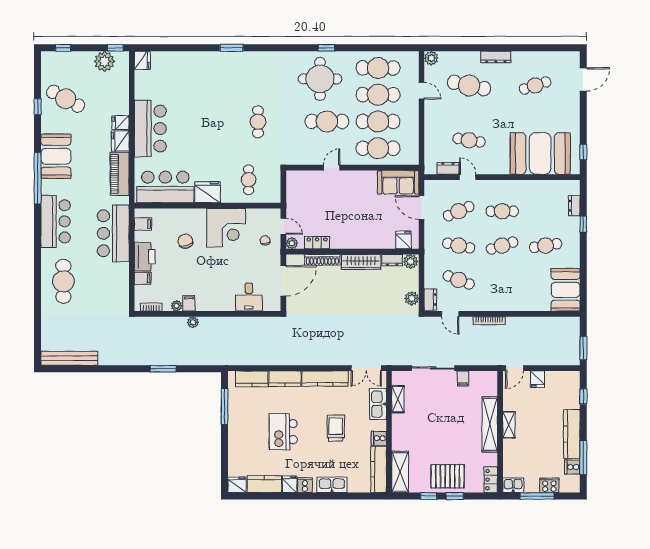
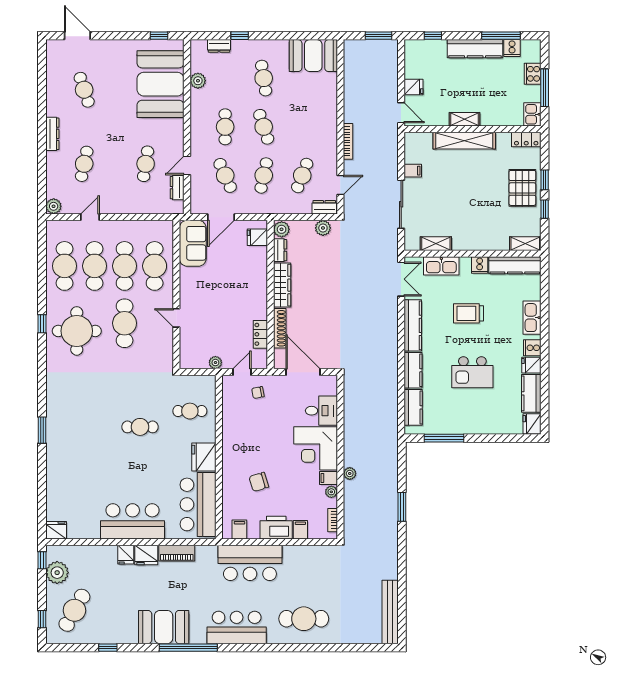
cafe table: (469, 85) -> (84, 164), width x0.73, depth x0.74
cafe table: (66, 99) -> (74, 610), moved
cafe table: (258, 122) -> (140, 427), moved
piano: (120, 174) -> (177, 553), width x0.73, depth x0.75
plant: (543, 187) -> (198, 81), added
corner desk: (226, 228) -> (316, 448), moved, turned 180
plant: (292, 243) -> (215, 363), moved
shelving: (400, 472) -> (525, 244), width x0.67, depth x0.75

